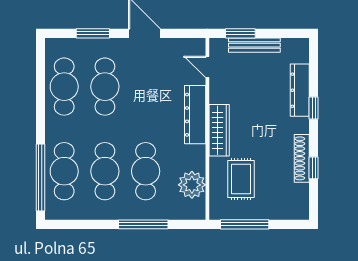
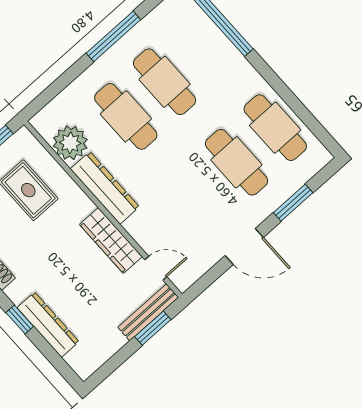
bench: (254, 45) -> (148, 312), moved
dresser: (195, 115) -> (105, 188), moved
wardrobe: (219, 130) -> (111, 241), moved
cafe table: (64, 171) -> (203, 47), removed
window: (143, 224) -> (113, 36), moved

